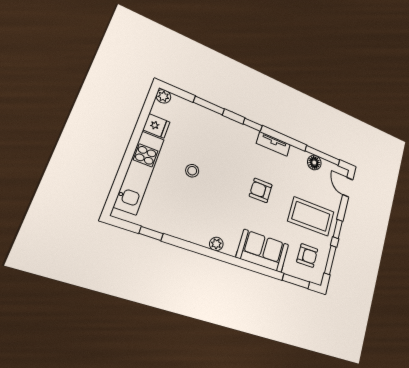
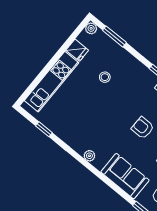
window: (209, 106) -> (114, 36), moved
stool: (192, 171) -> (105, 77), moved

